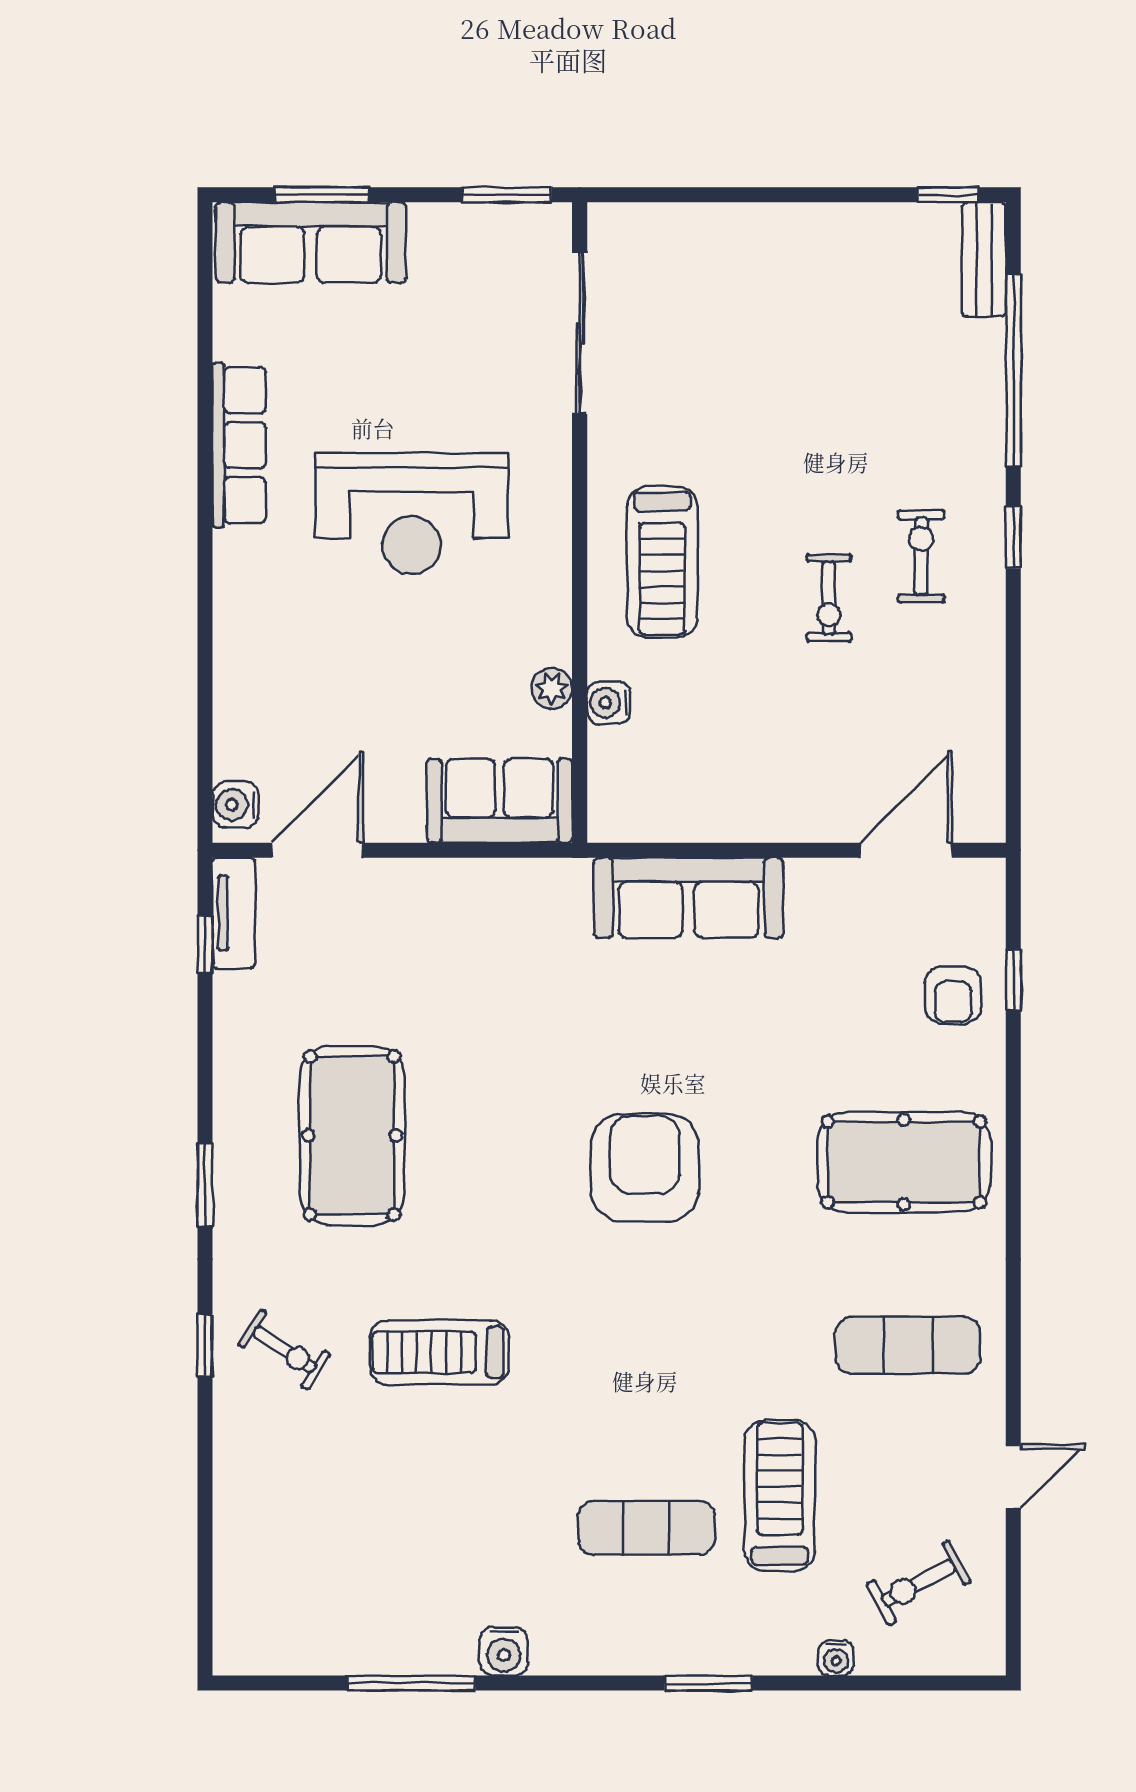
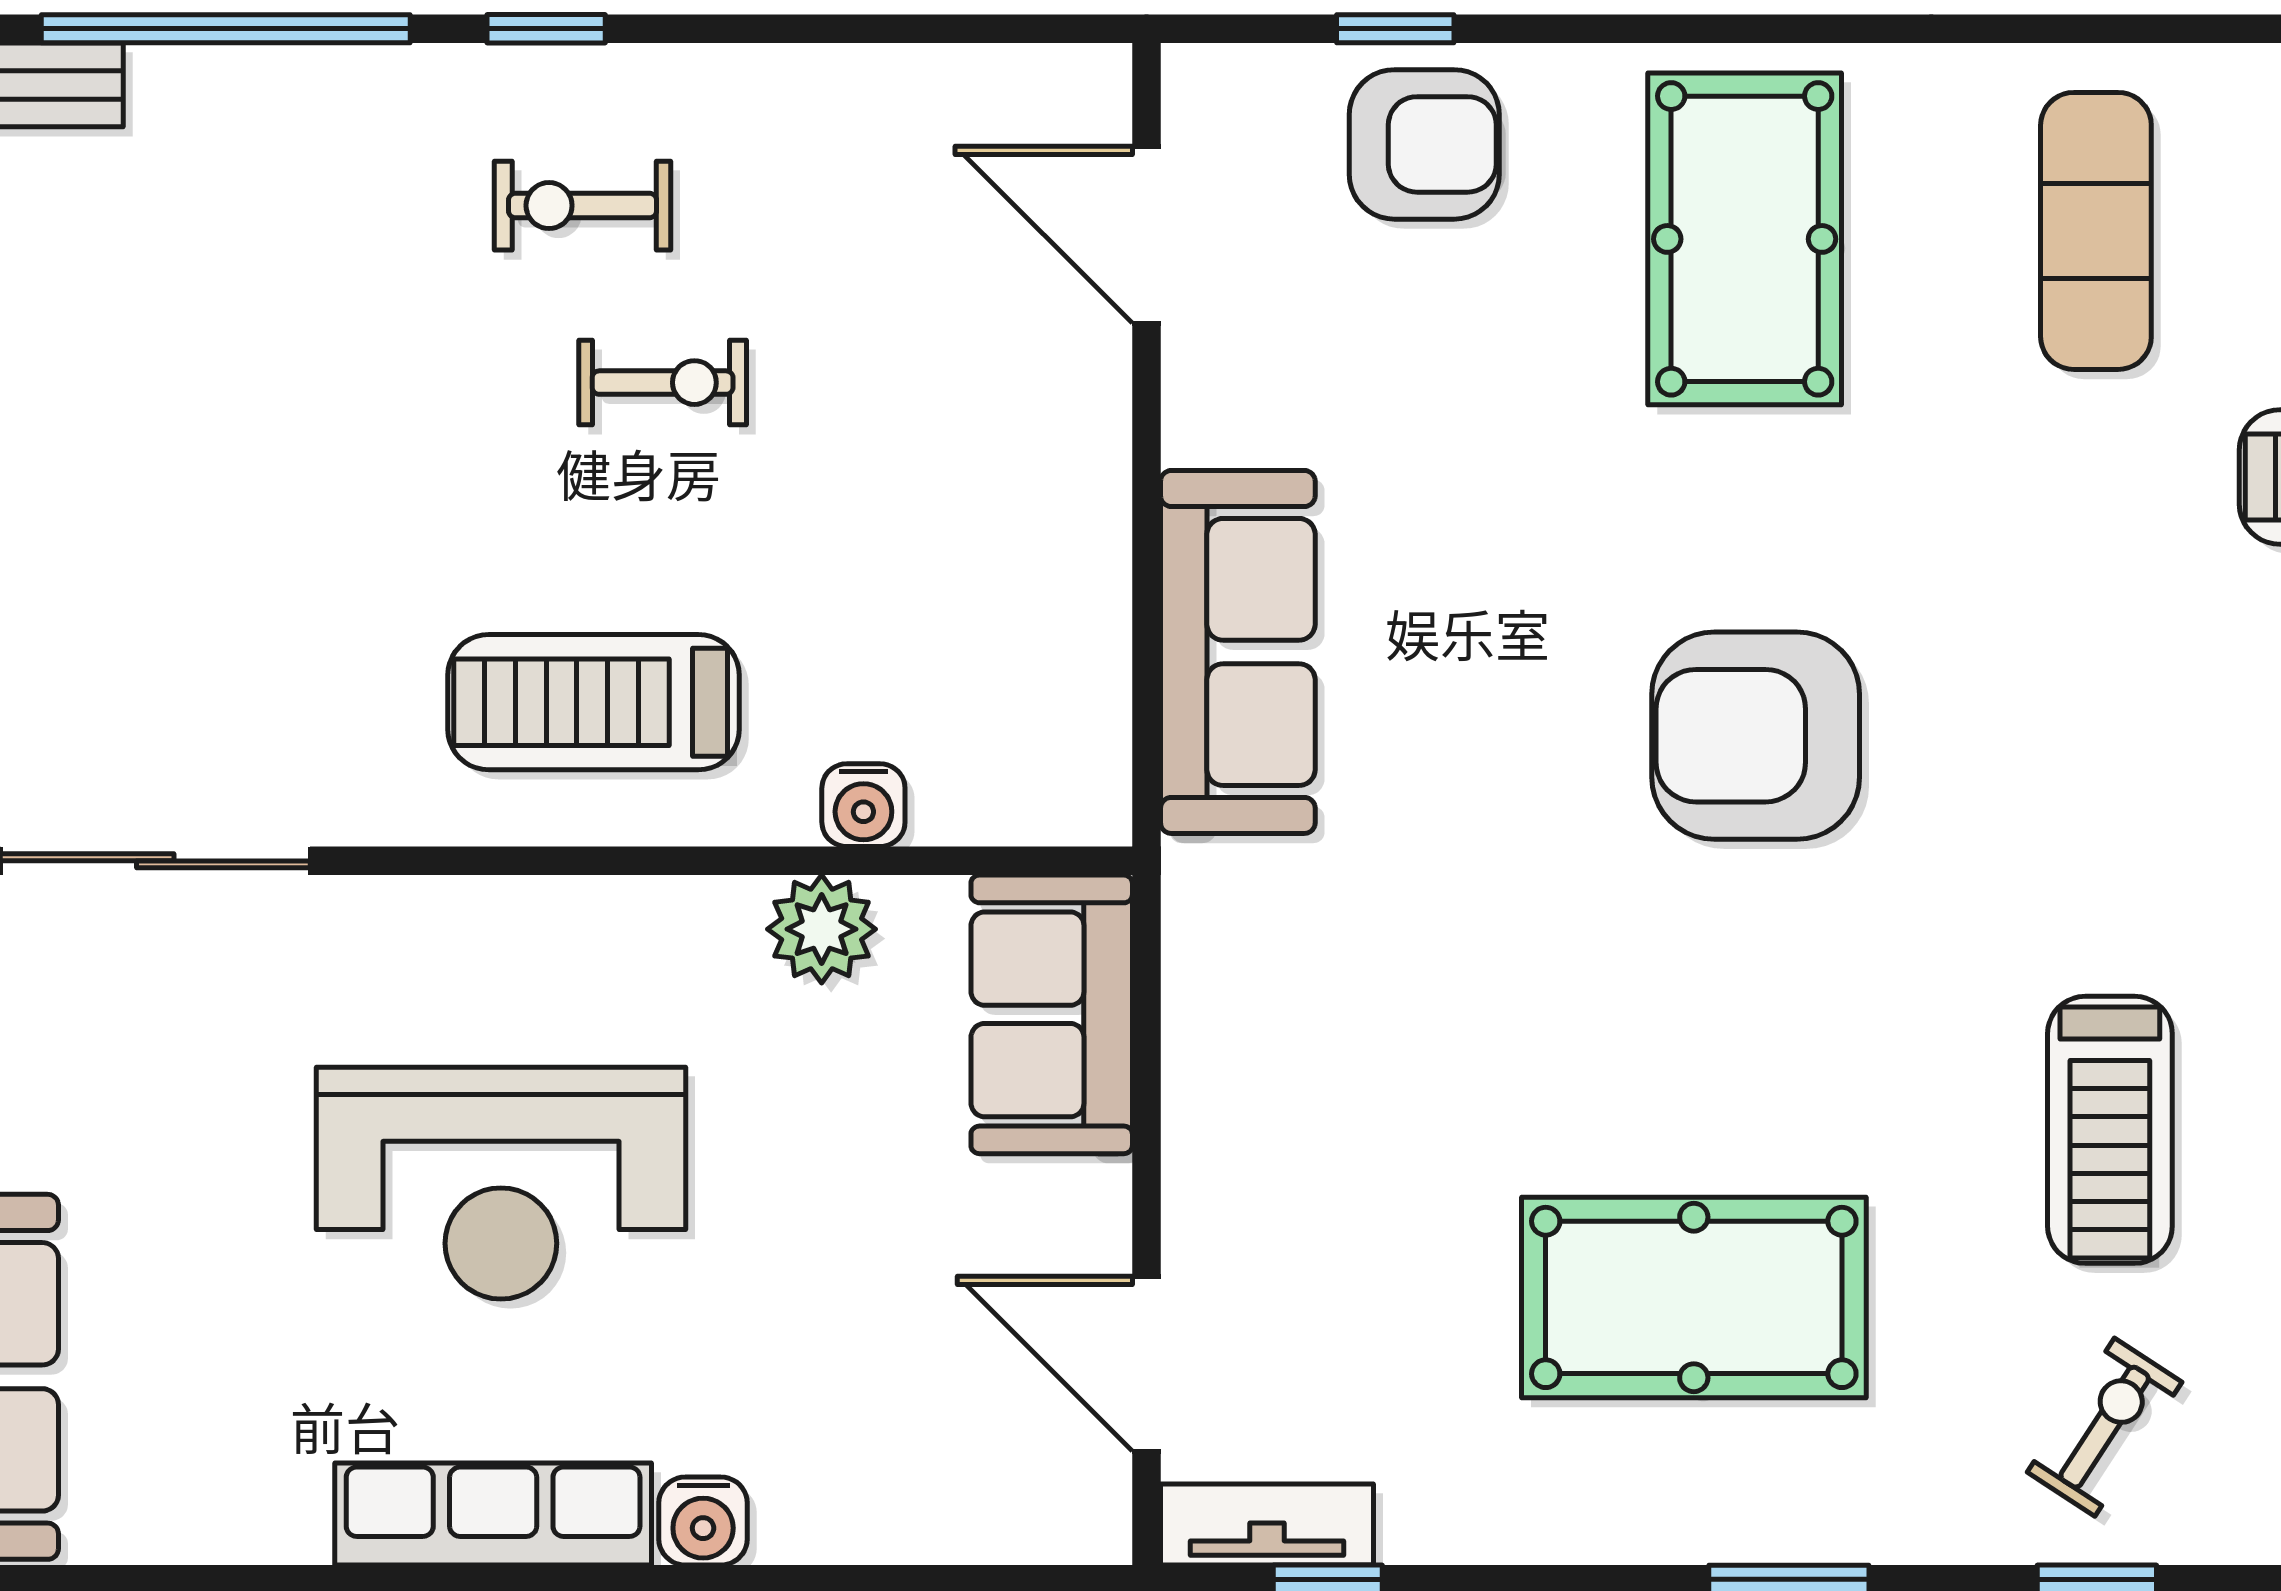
row of seats: (239, 445) -> (493, 1514), moved
reception desk: (412, 514) -> (501, 1183), turned 90
treadmill: (662, 562) -> (594, 702), turned 180
plant: (552, 688) -> (822, 929), width x1.38, depth x1.38
water cooler: (235, 805) -> (703, 1521), moved
armchair: (953, 995) -> (1424, 144), width x1.38, depth x1.38

